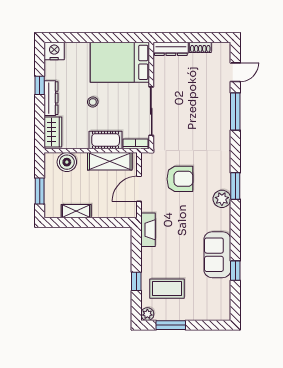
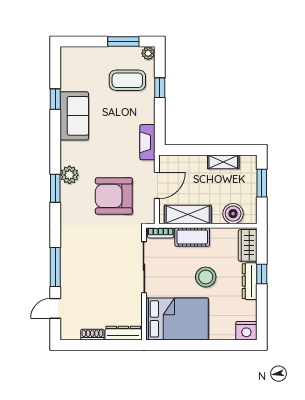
window: (40, 85) -> (262, 274), moved
stool: (93, 102) -> (206, 277), width x1.89, depth x1.89
armchair: (180, 179) -> (114, 196), width x1.36, depth x1.36

